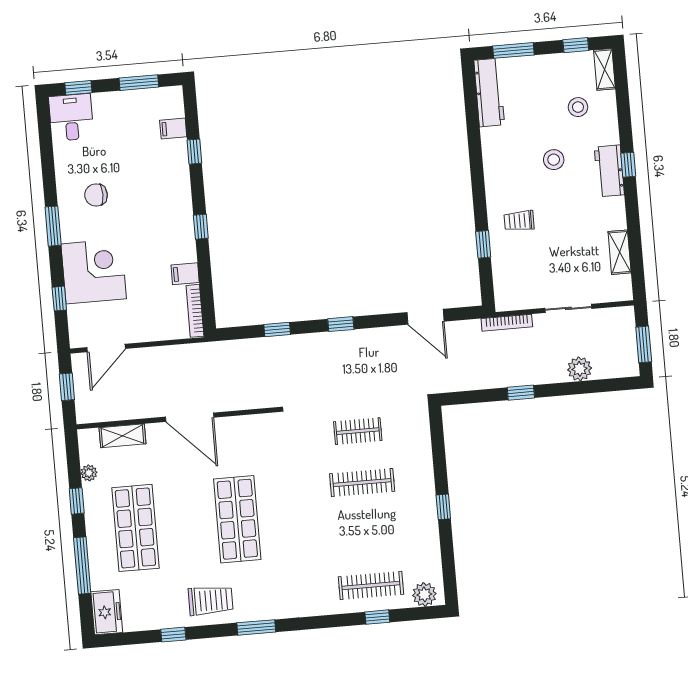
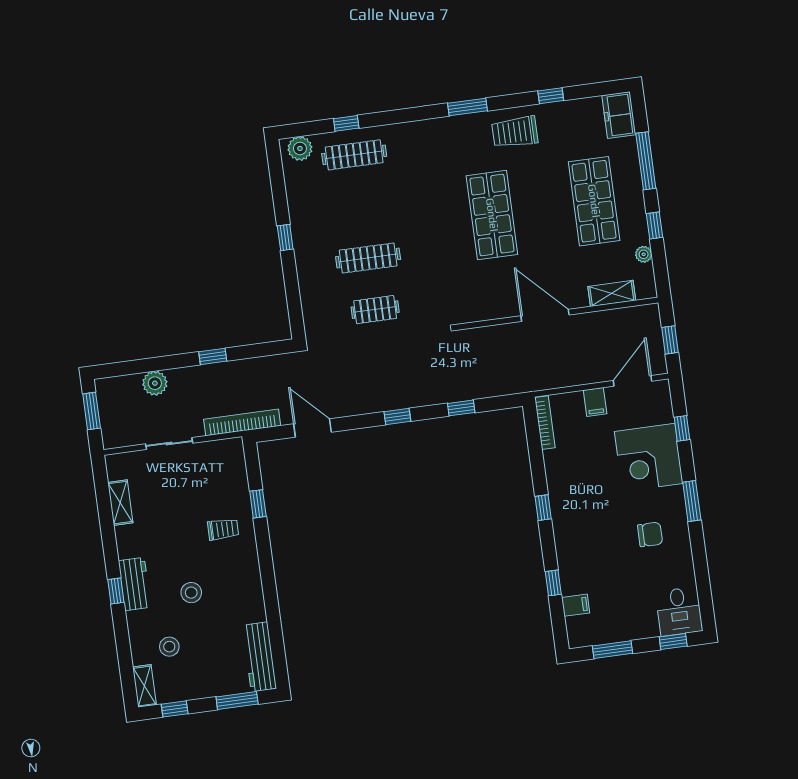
filing cabinet: (185, 274) -> (595, 402), moved, turned 90
bookcase: (507, 323) -> (242, 422), width x1.48, depth x1.31

